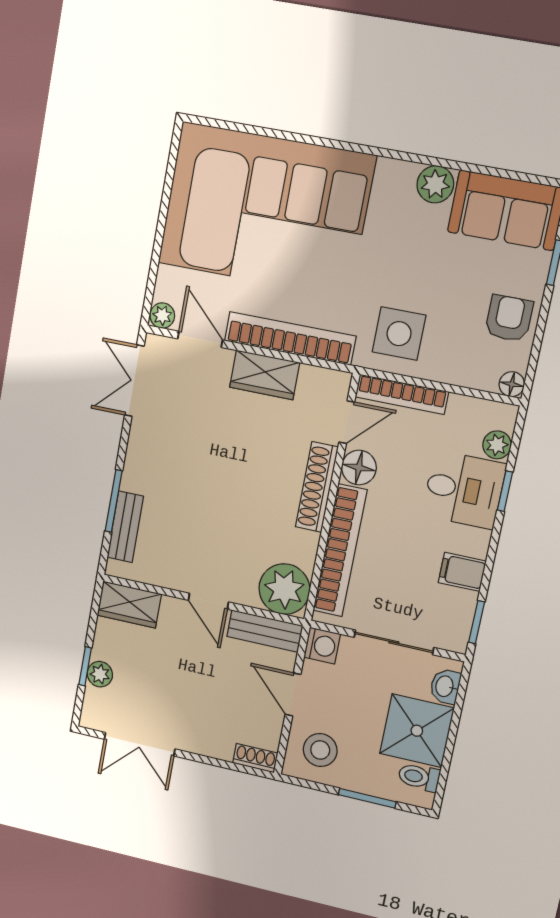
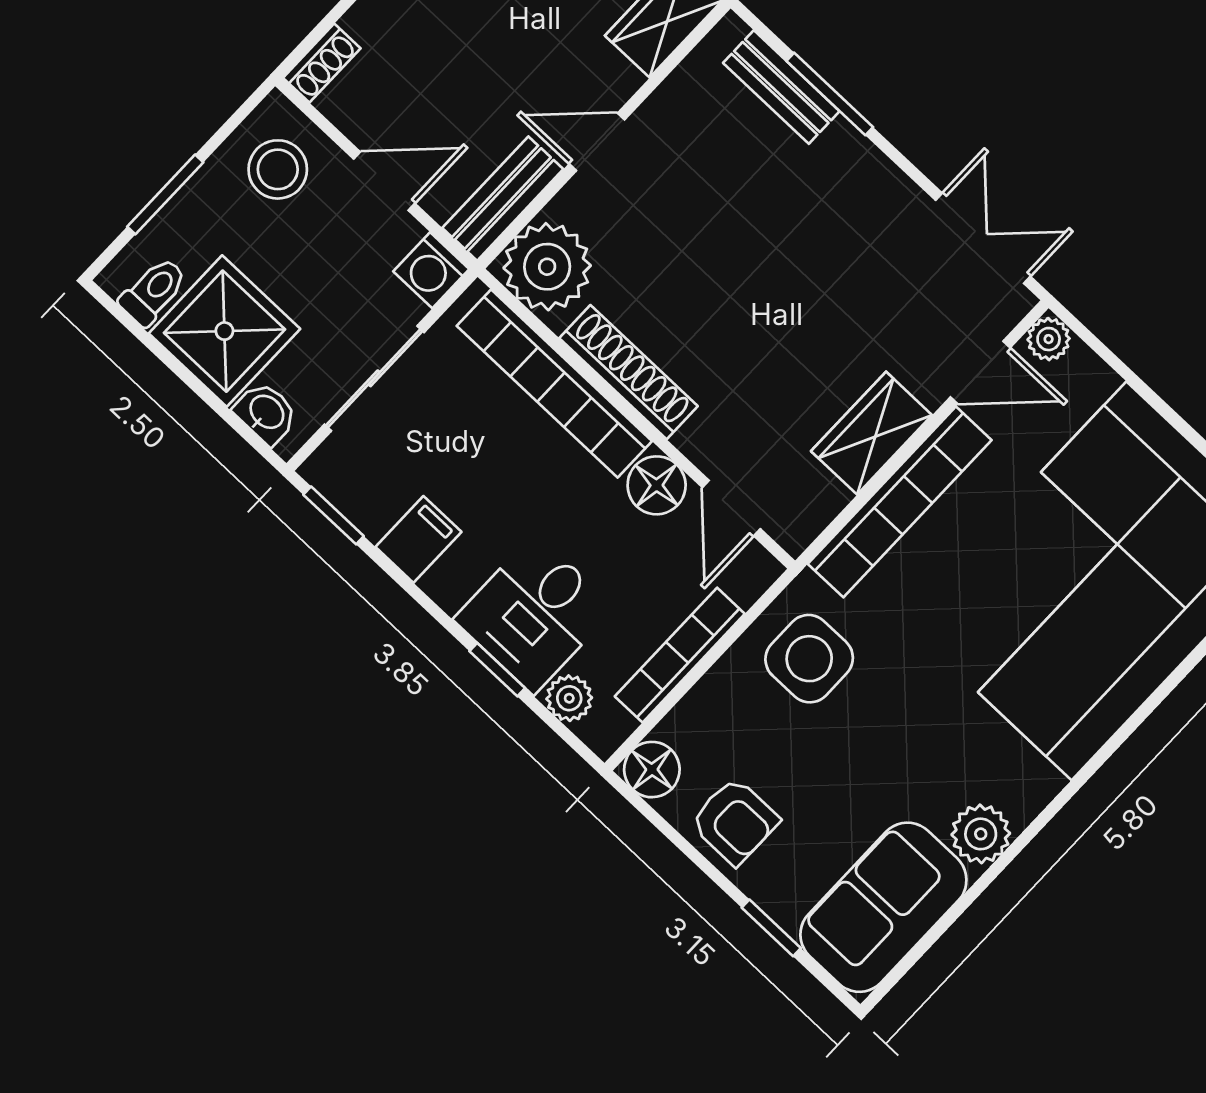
floor lamp: (512, 384) -> (652, 770), width x1.37, depth x1.37
bookcase: (402, 394) -> (680, 655), moved
shoe rack: (317, 487) -> (629, 372), moved

